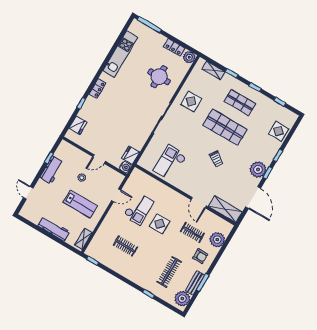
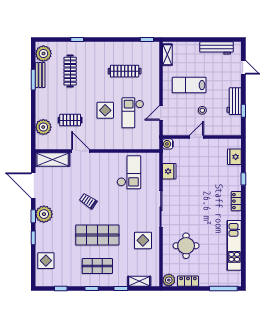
fridge: (131, 155) -> (169, 171), moved
workbench: (54, 229) -> (217, 48), moved
clothes rail: (125, 246) -> (125, 71), width x1.36
armchair: (200, 256) -> (50, 103), removed

